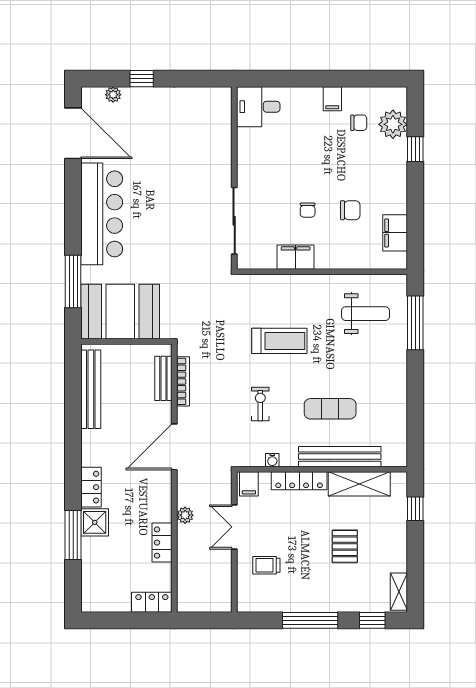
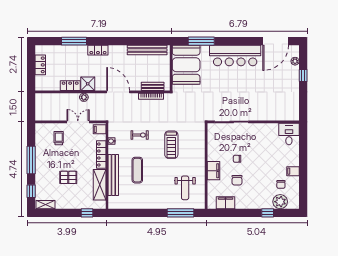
filing cabinet: (296, 257) -> (213, 171), moved
shower: (95, 522) -> (88, 84), moved
locker: (152, 602) -> (40, 65), moved

